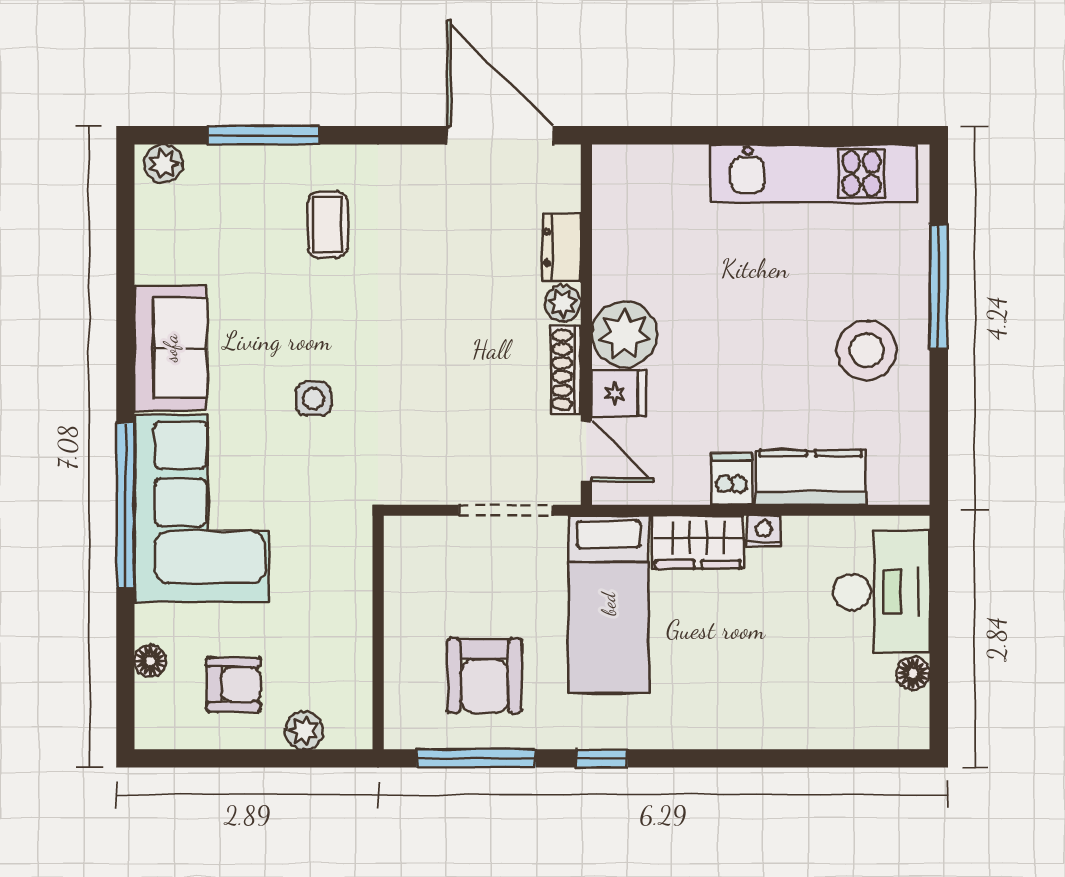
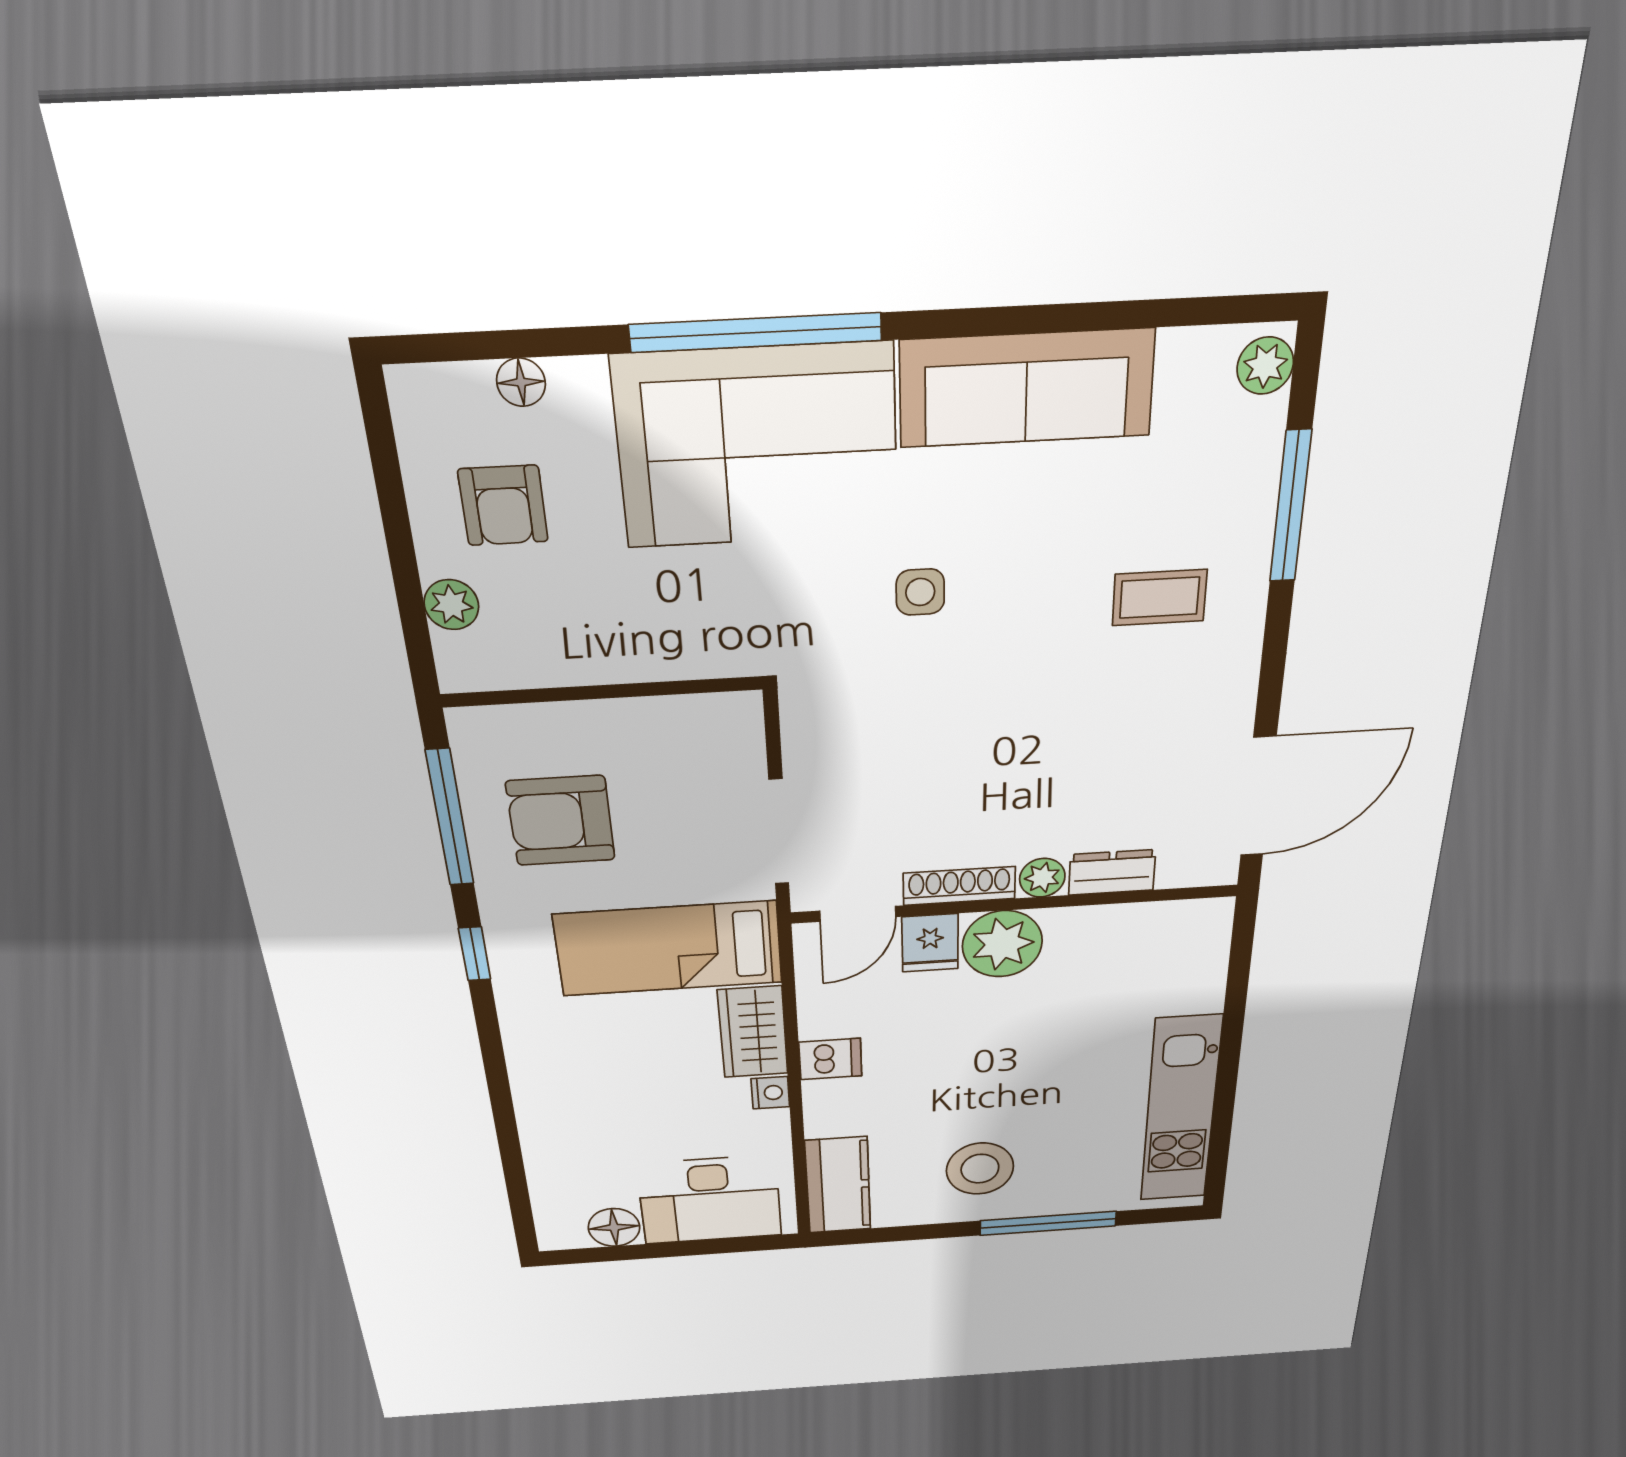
sofa: (171, 348) -> (1026, 388), width x1.36
kitchen counter: (811, 477) -> (838, 1185), moved
floor lamp: (913, 673) -> (614, 1227), width x1.37, depth x1.37

